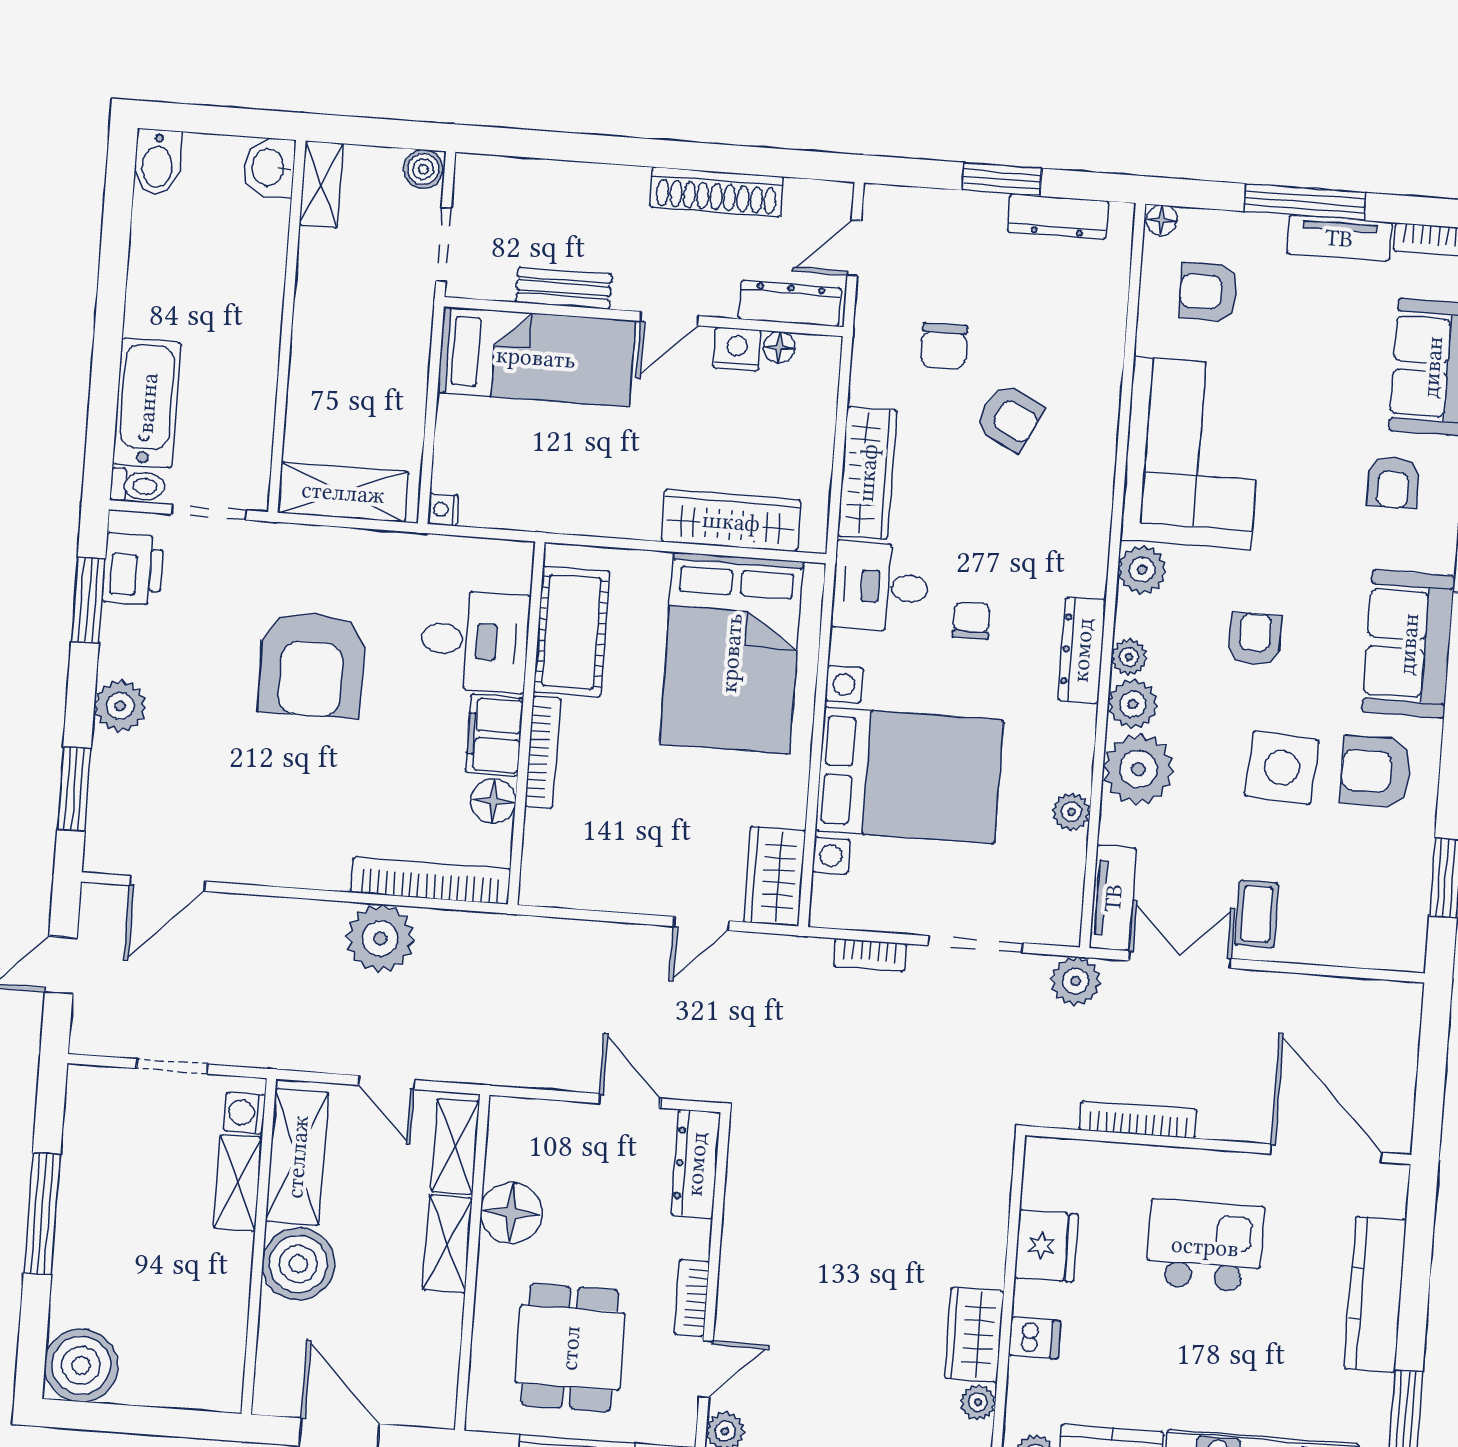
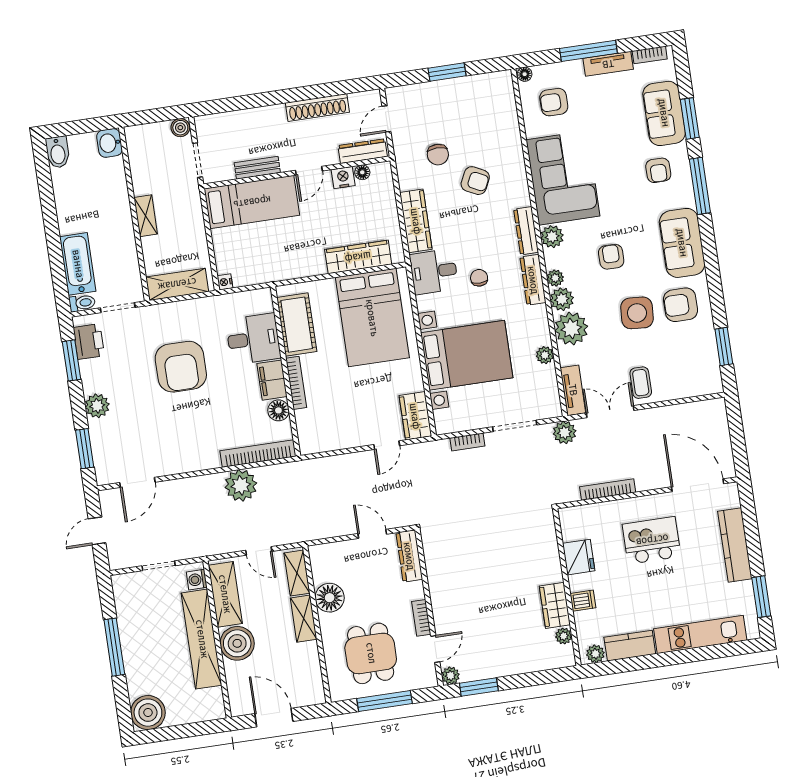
shelving: (321, 184) -> (146, 216), moved
dresser: (1058, 217) -> (526, 231), moved, turned 90
shelving: (238, 1183) -> (202, 639), width x2.20, depth x1.33

